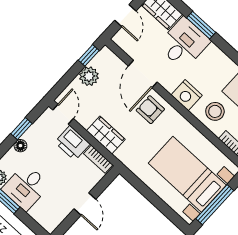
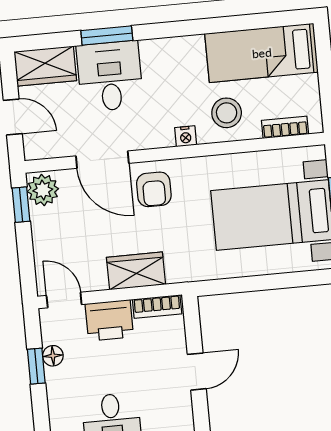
plant: (89, 76) -> (43, 190), moved
nightstand: (187, 95) -> (186, 136), width x0.53, depth x0.56
armchair: (150, 110) -> (154, 189), turned -90
floor lamp: (20, 146) -> (53, 356), moved
door: (85, 204) -> (197, 372), hinge flipped

